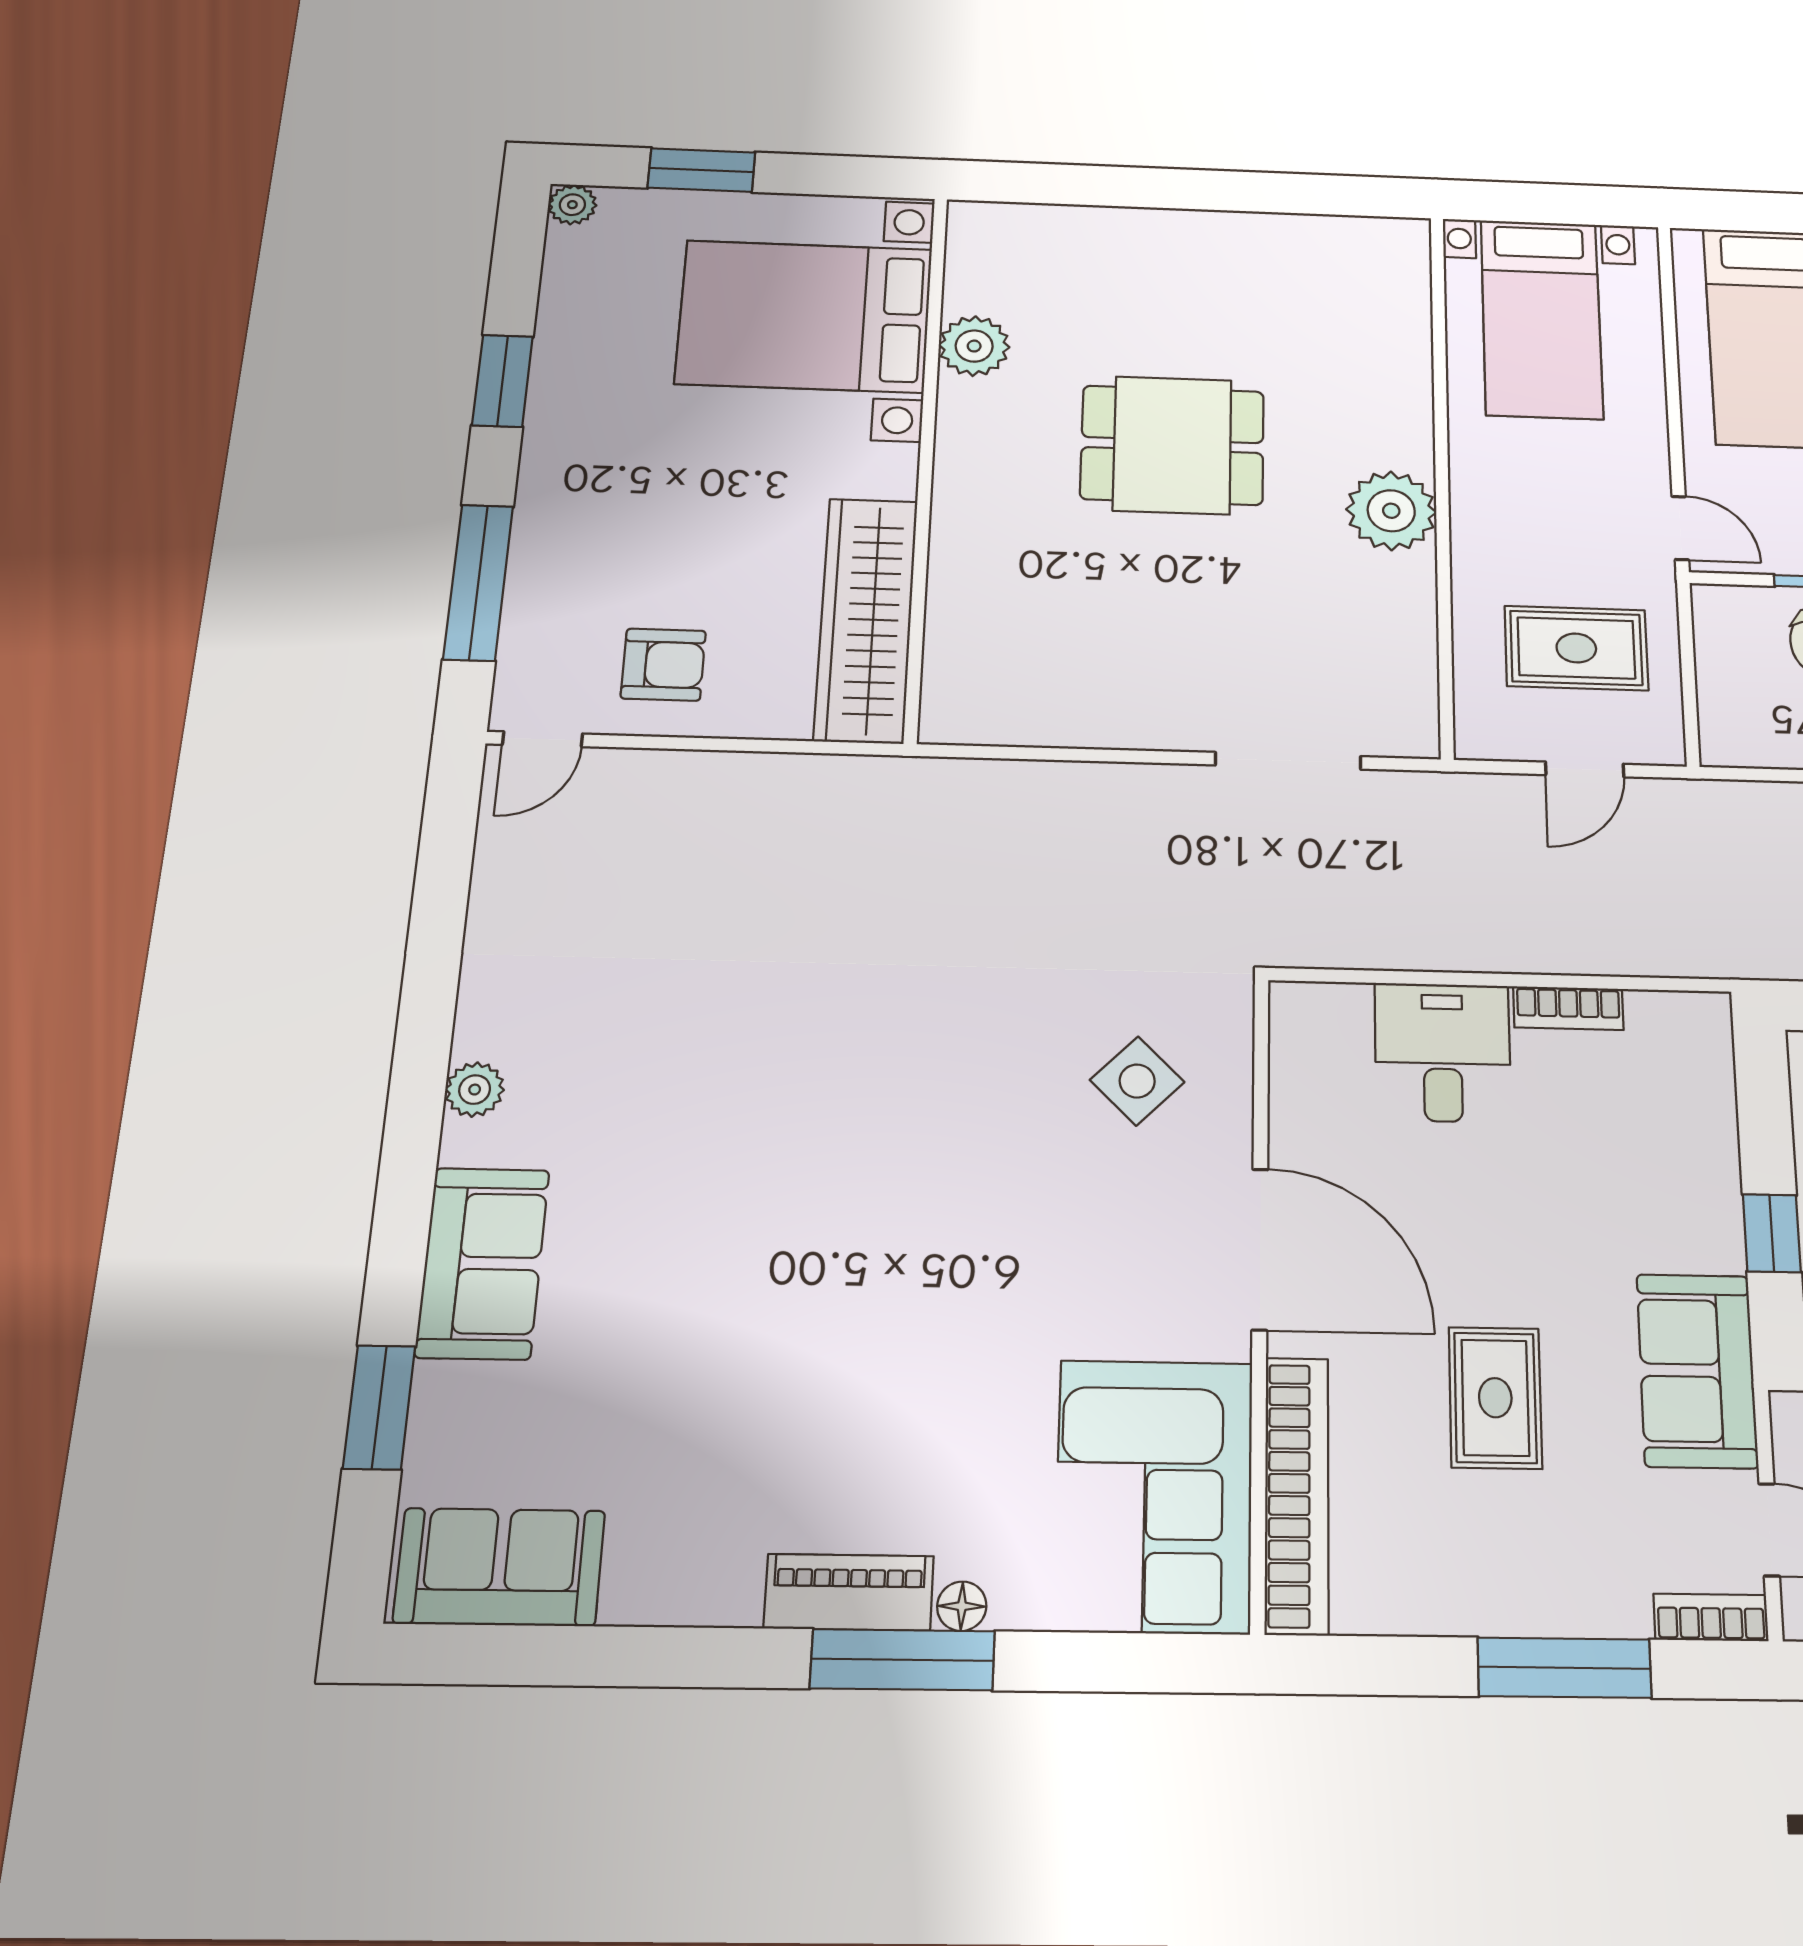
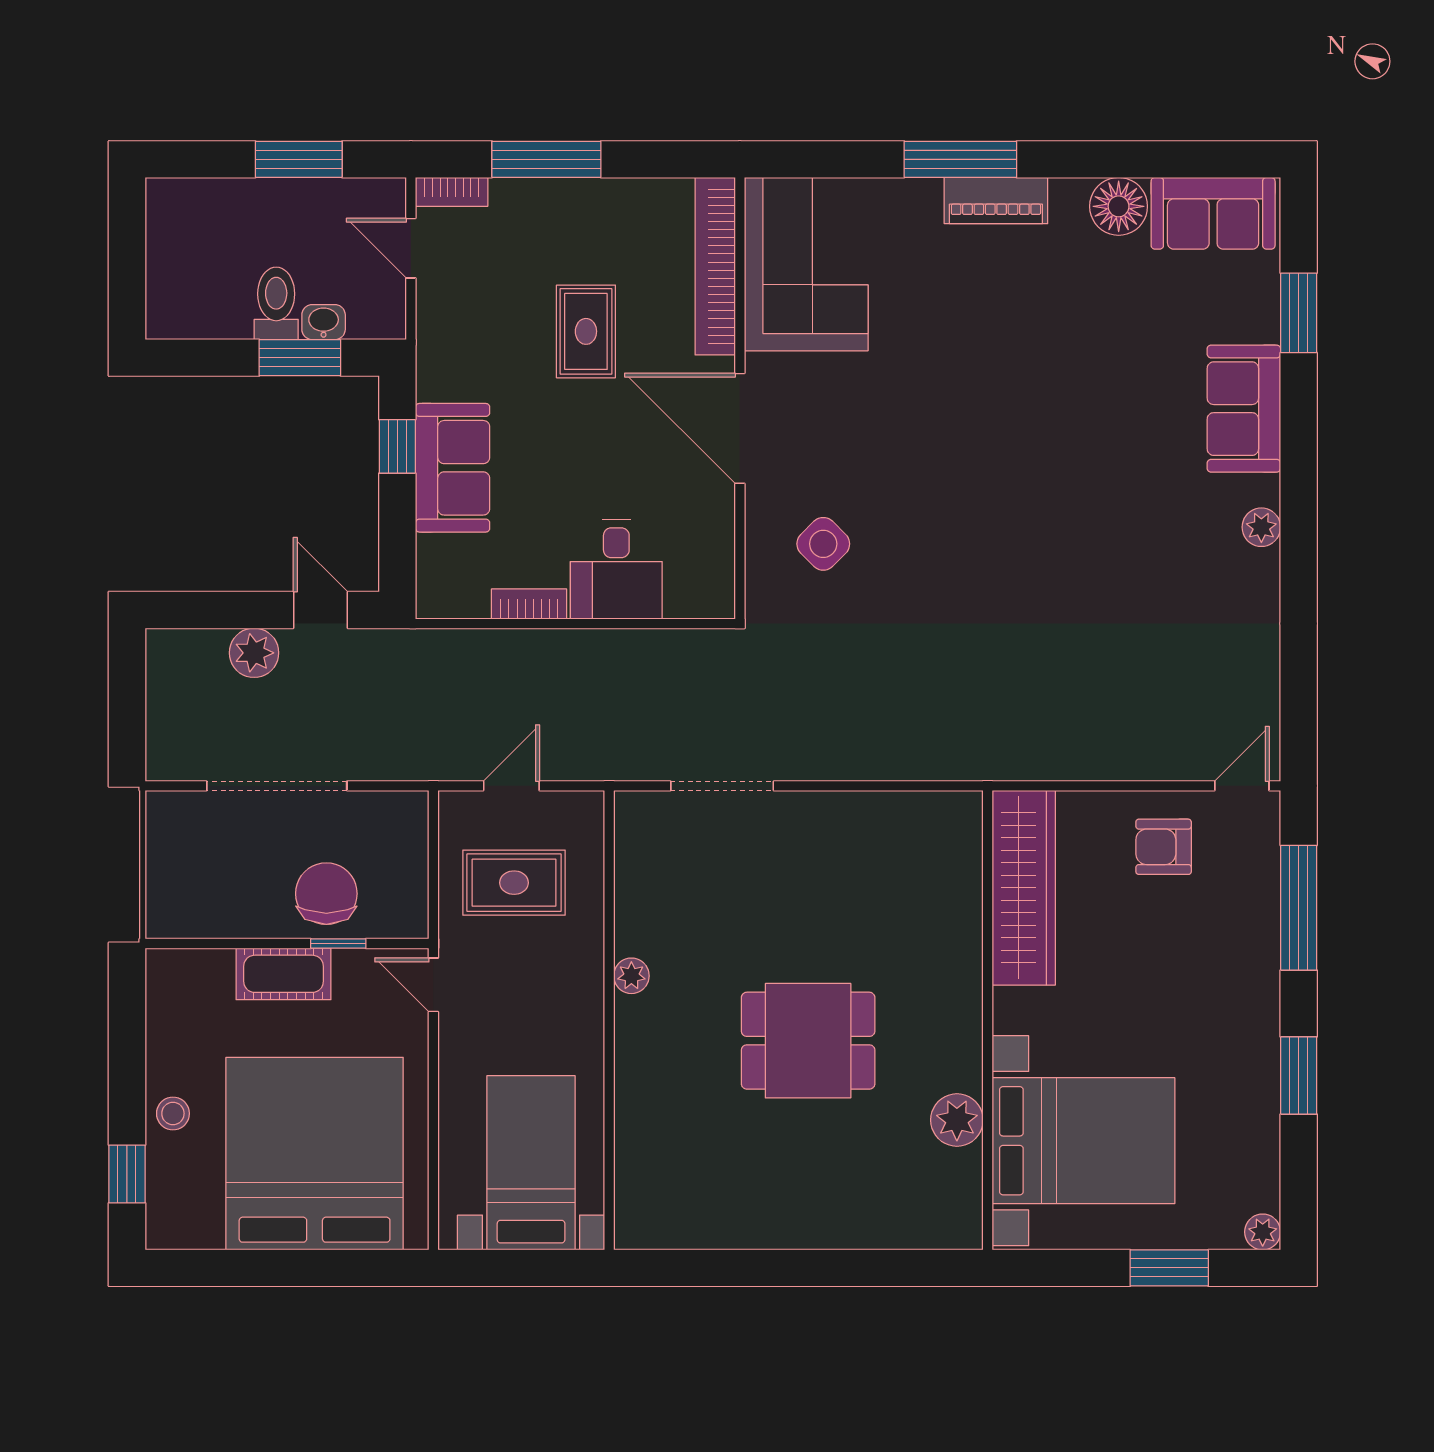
plant: (1391, 511) -> (631, 976), width x0.53, depth x0.53
sofa: (1697, 1371) -> (453, 468), moved
floor lamp: (962, 1606) -> (1119, 206), moved, width x1.89, depth x1.89

